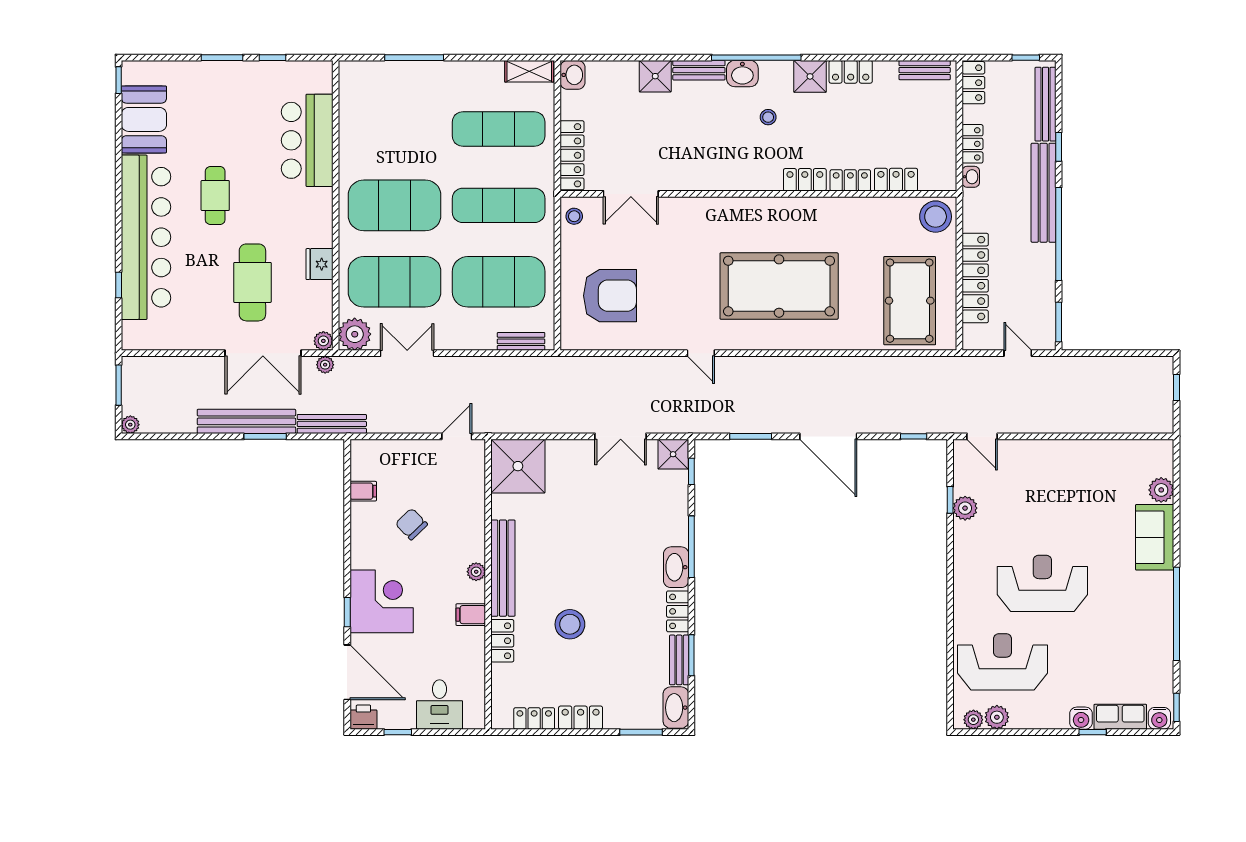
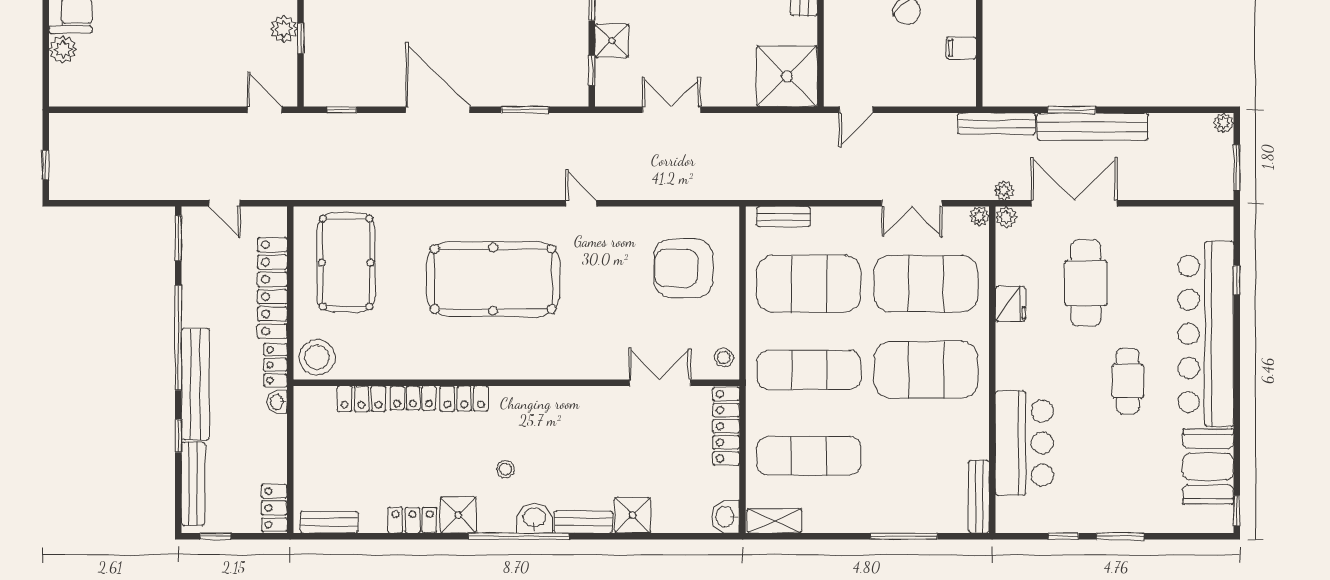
bench: (348, 93) -> (979, 496), added
locker: (972, 144) -> (275, 365), moved
plant: (355, 334) -> (979, 216), width x0.53, depth x0.53
shower: (673, 454) -> (612, 41), moved

